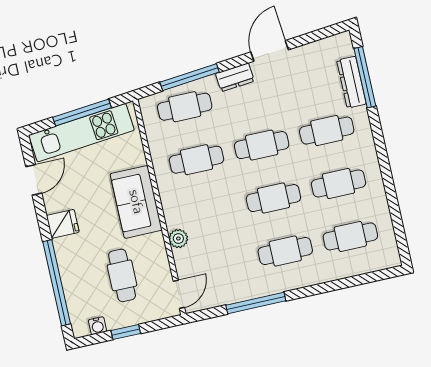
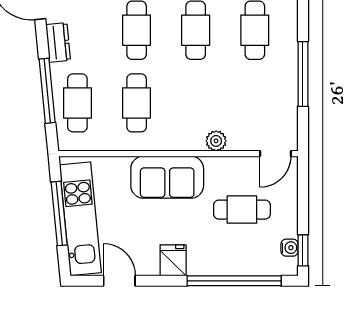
door: (179, 294) -> (275, 154), swing flipped
window: (126, 332) -> (303, 250), moved

